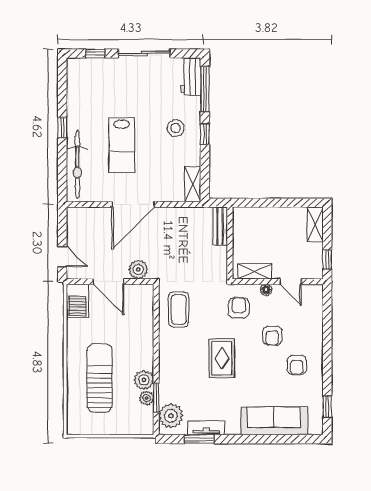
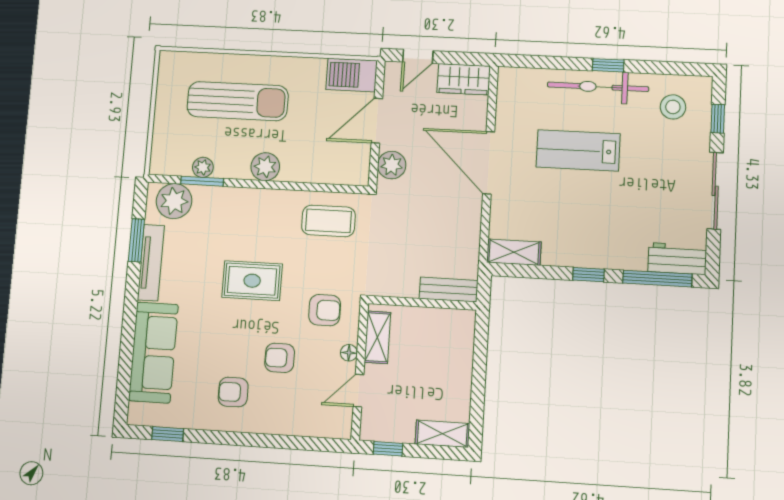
stool: (176, 128) -> (673, 107), moved
bicycle: (77, 164) -> (598, 87), moved
wardrobe: (77, 224) -> (464, 79), added
plant: (144, 380) -> (265, 167), moved
tv unit: (206, 428) -> (151, 263), width x1.41

